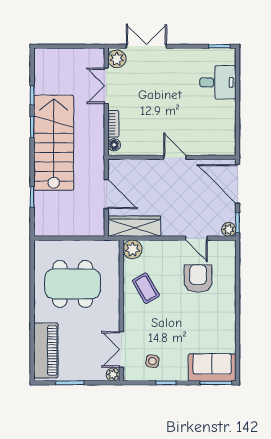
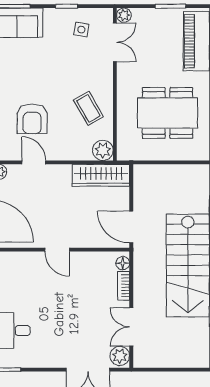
double door: (106, 86) -> (131, 327), swing flipped
door: (106, 194) -> (131, 227), moved

